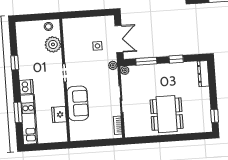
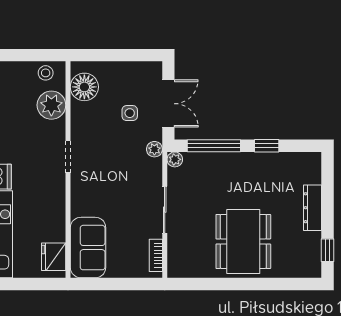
floor lamp: (71, 33) -> (84, 87), added
window: (146, 61) -> (214, 146), width x1.44
dresser: (203, 74) -> (313, 208), moved
sofa: (78, 103) -> (88, 248), moved
fridge: (59, 115) -> (54, 257), moved

